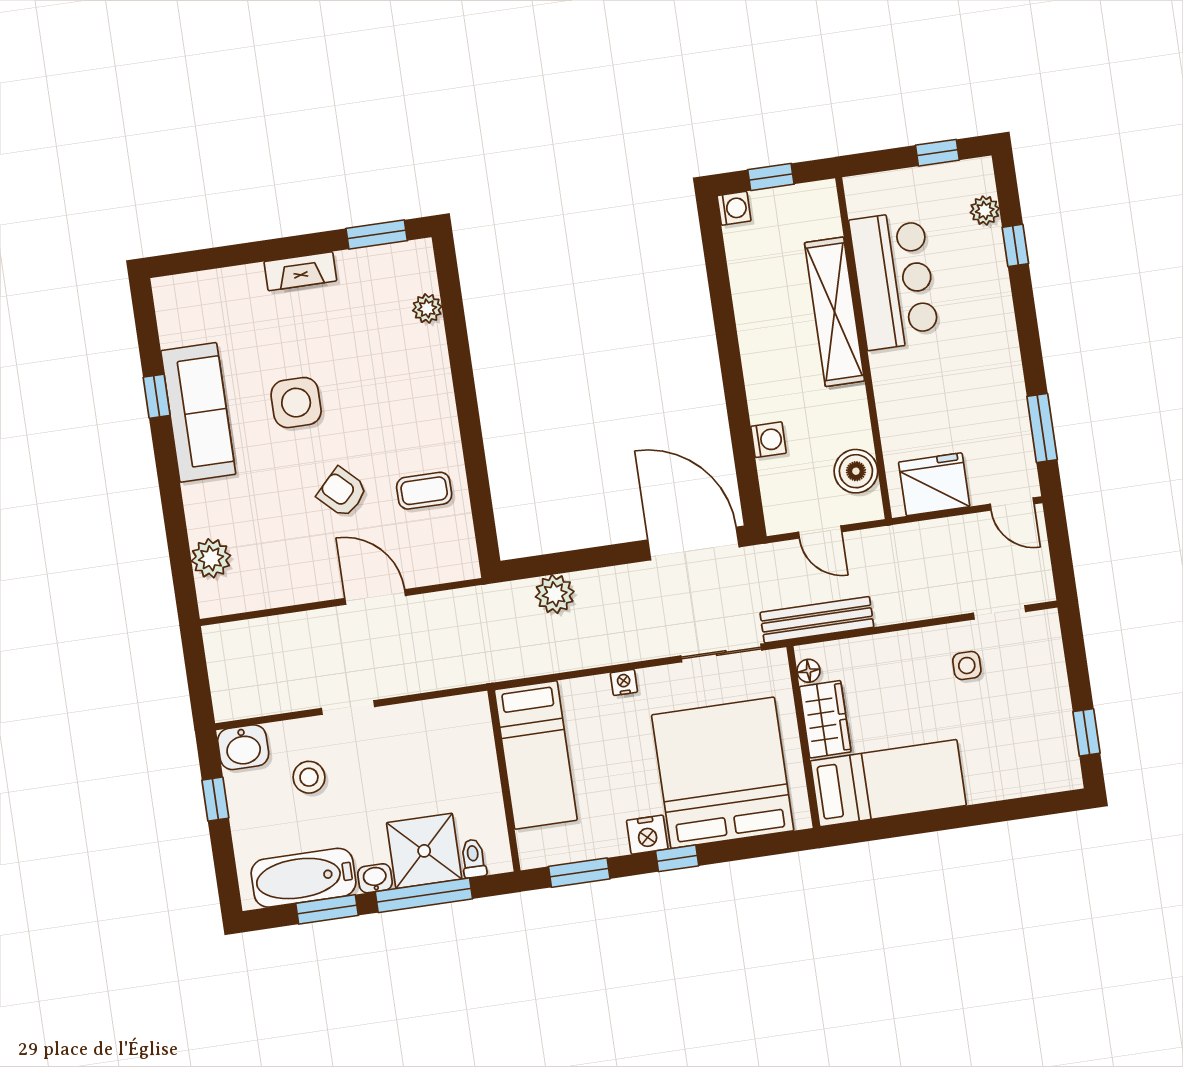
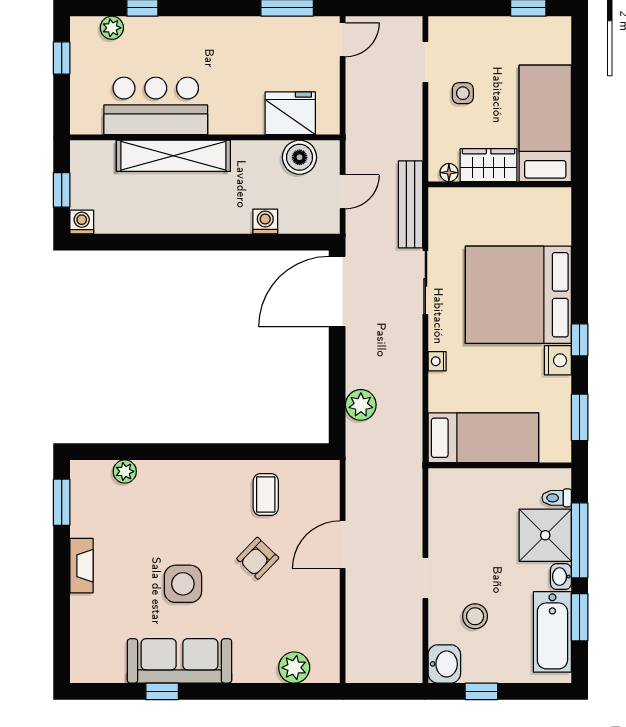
fridge: (934, 484) -> (290, 113), moved, turned 90
floor lamp: (808, 671) -> (449, 173), moved
wardrobe: (825, 719) -> (489, 165), moved
wall: (803, 737) -> (500, 184), moved
bed: (888, 783) -> (545, 123), moved

